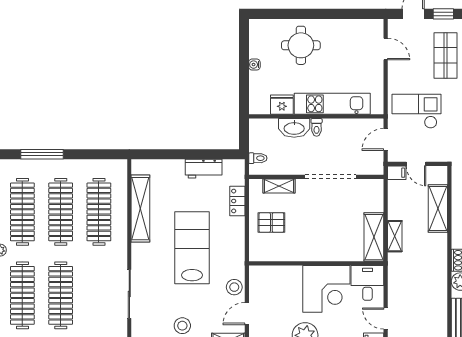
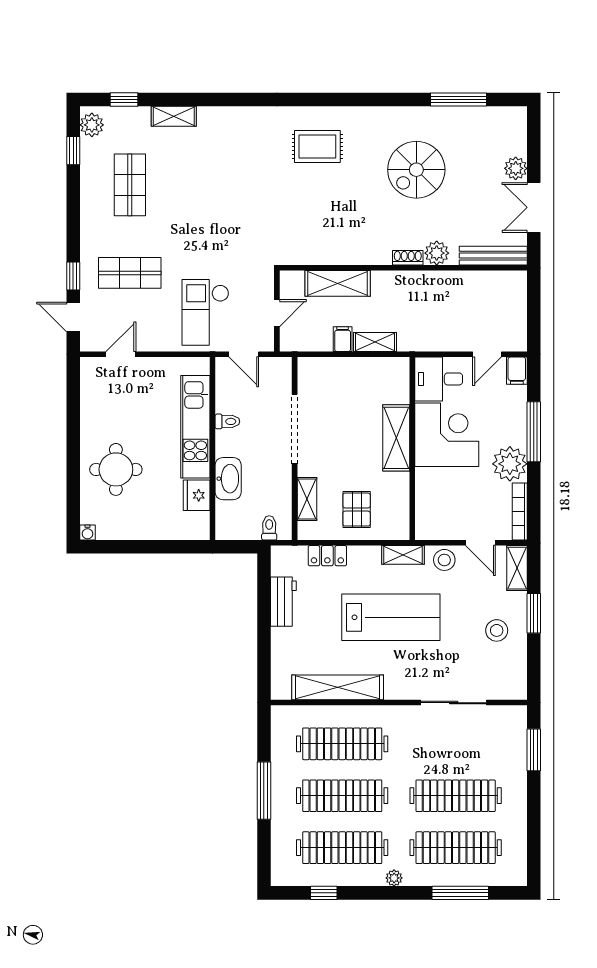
water cooler: (254, 65) -> (87, 533), moved
toilet: (317, 127) -> (227, 421), moved
window: (42, 154) -> (264, 791), moved
filing cabinet: (397, 173) -> (343, 339), moved
shelving: (374, 237) -> (396, 438), moved, turned 90
lab bench: (192, 248) -> (391, 617), turned 180
shelving: (238, 257) -> (403, 555), added

